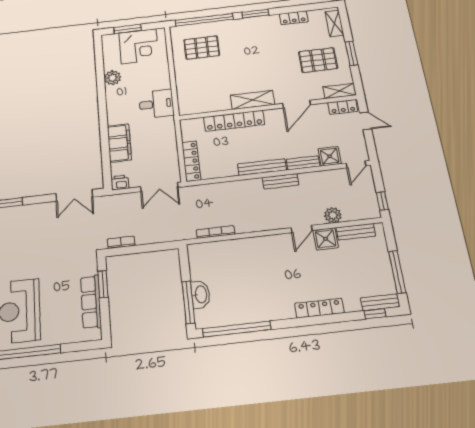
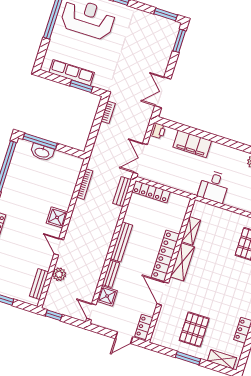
shelving: (339, 91) -> (191, 231), moved
locker: (234, 121) -> (165, 256), moved
bench: (280, 181) -> (122, 192), moved
shower: (326, 239) -> (57, 217), moved

